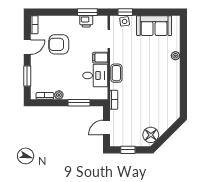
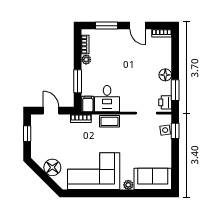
floor lamp: (73, 21) -> (165, 75), added
printer: (86, 21) -> (165, 102), moved
sofa: (154, 26) -> (153, 179), moved, turned 90
armchair: (59, 44) -> (140, 59), removed
filing cabinet: (100, 58) -> (88, 104), moved
corner sofa: (163, 88) -> (94, 171), added
floor lamp: (151, 135) -> (52, 167), moved

